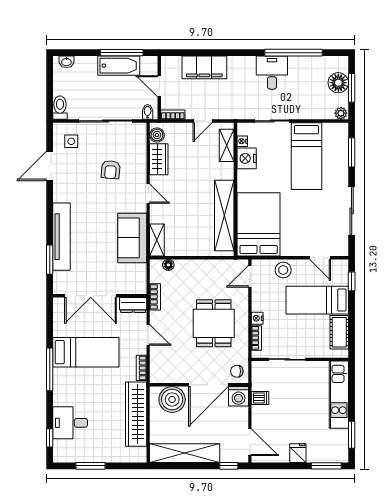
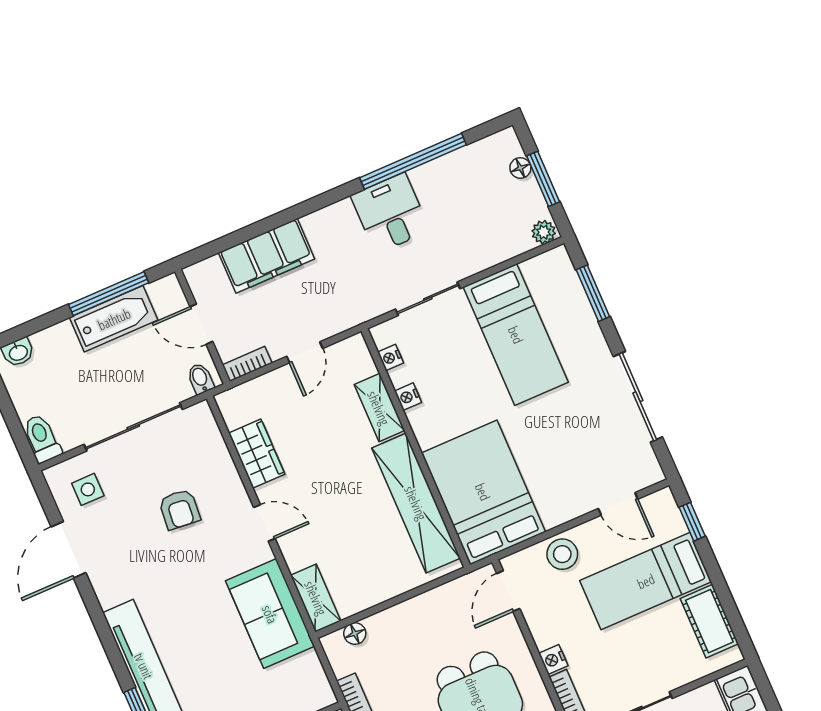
floor lamp: (338, 83) -> (520, 168), width x0.53, depth x0.53
boiler: (157, 135) -> (235, 412), removed
shelving: (227, 145) -> (379, 408), moved
nightstand: (247, 158) -> (408, 397), width x0.53, depth x0.56

